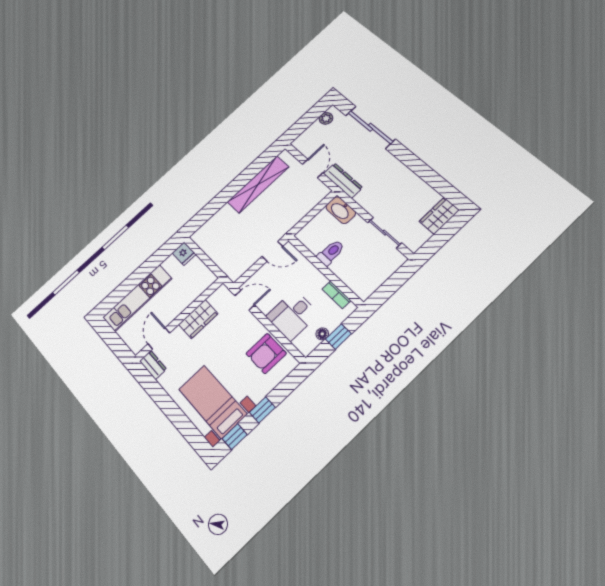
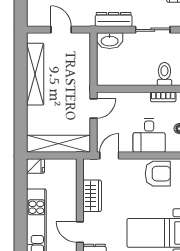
dresser: (343, 181) -> (114, 19), moved
shelving: (218, 253) -> (58, 144), added
toilet: (331, 253) -> (164, 74), moved
armchair: (266, 353) -> (158, 174), turned -90

